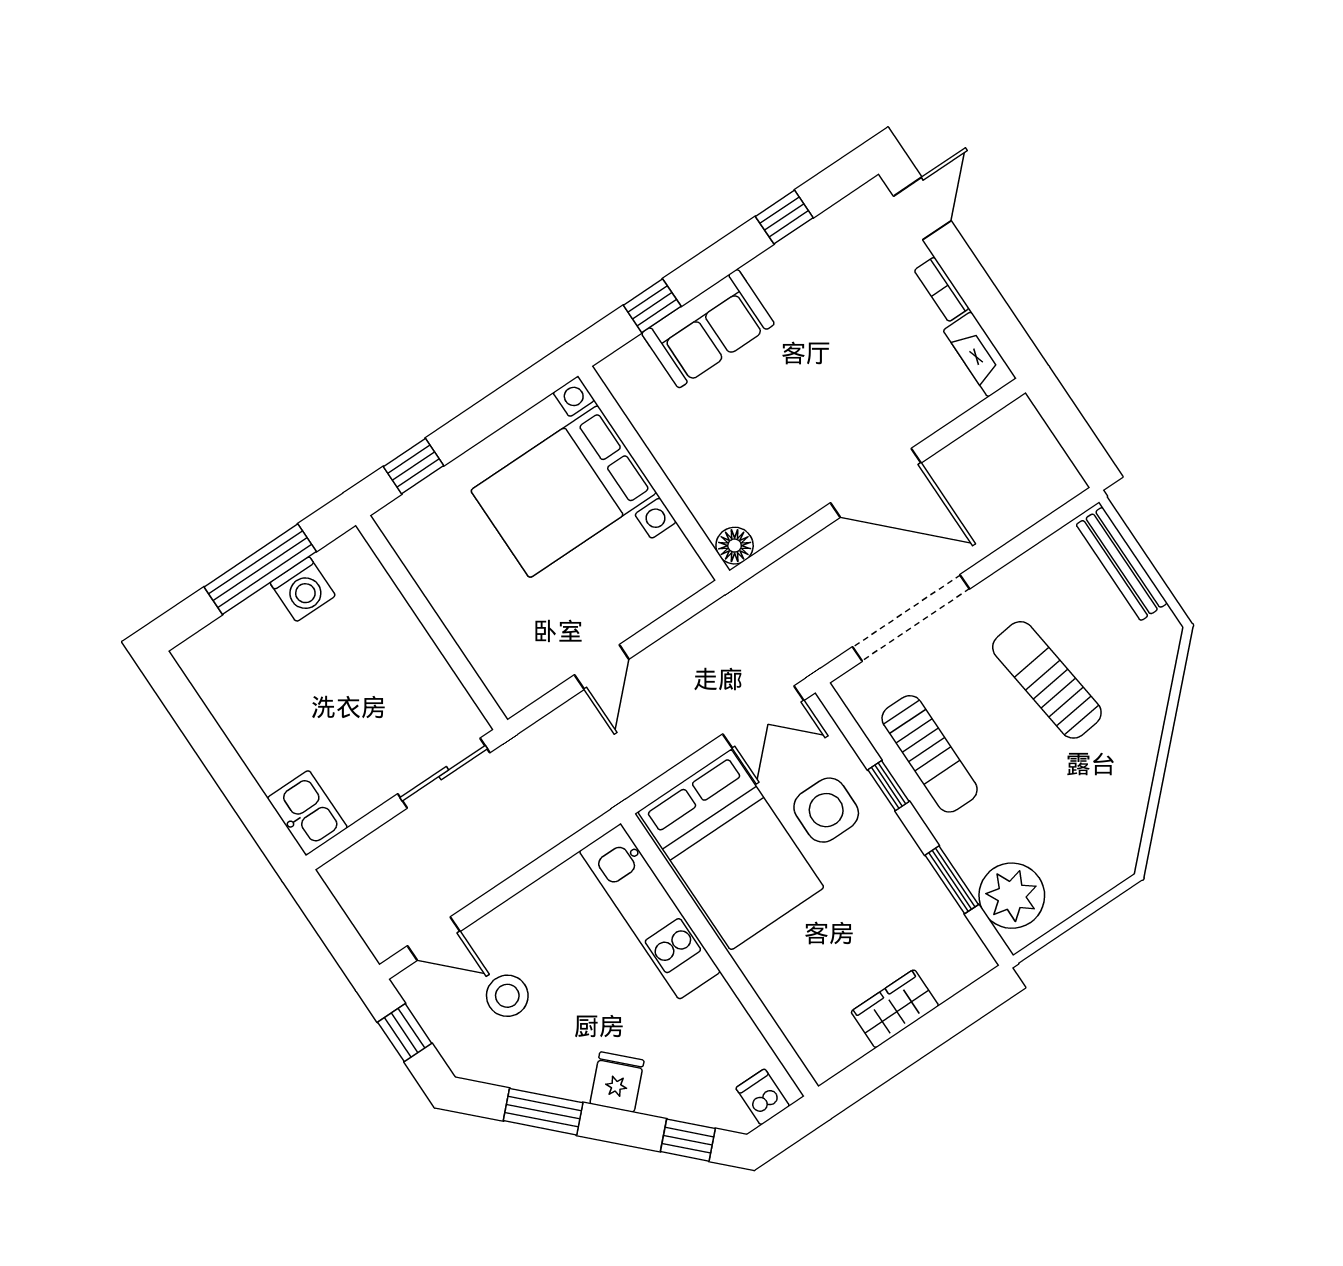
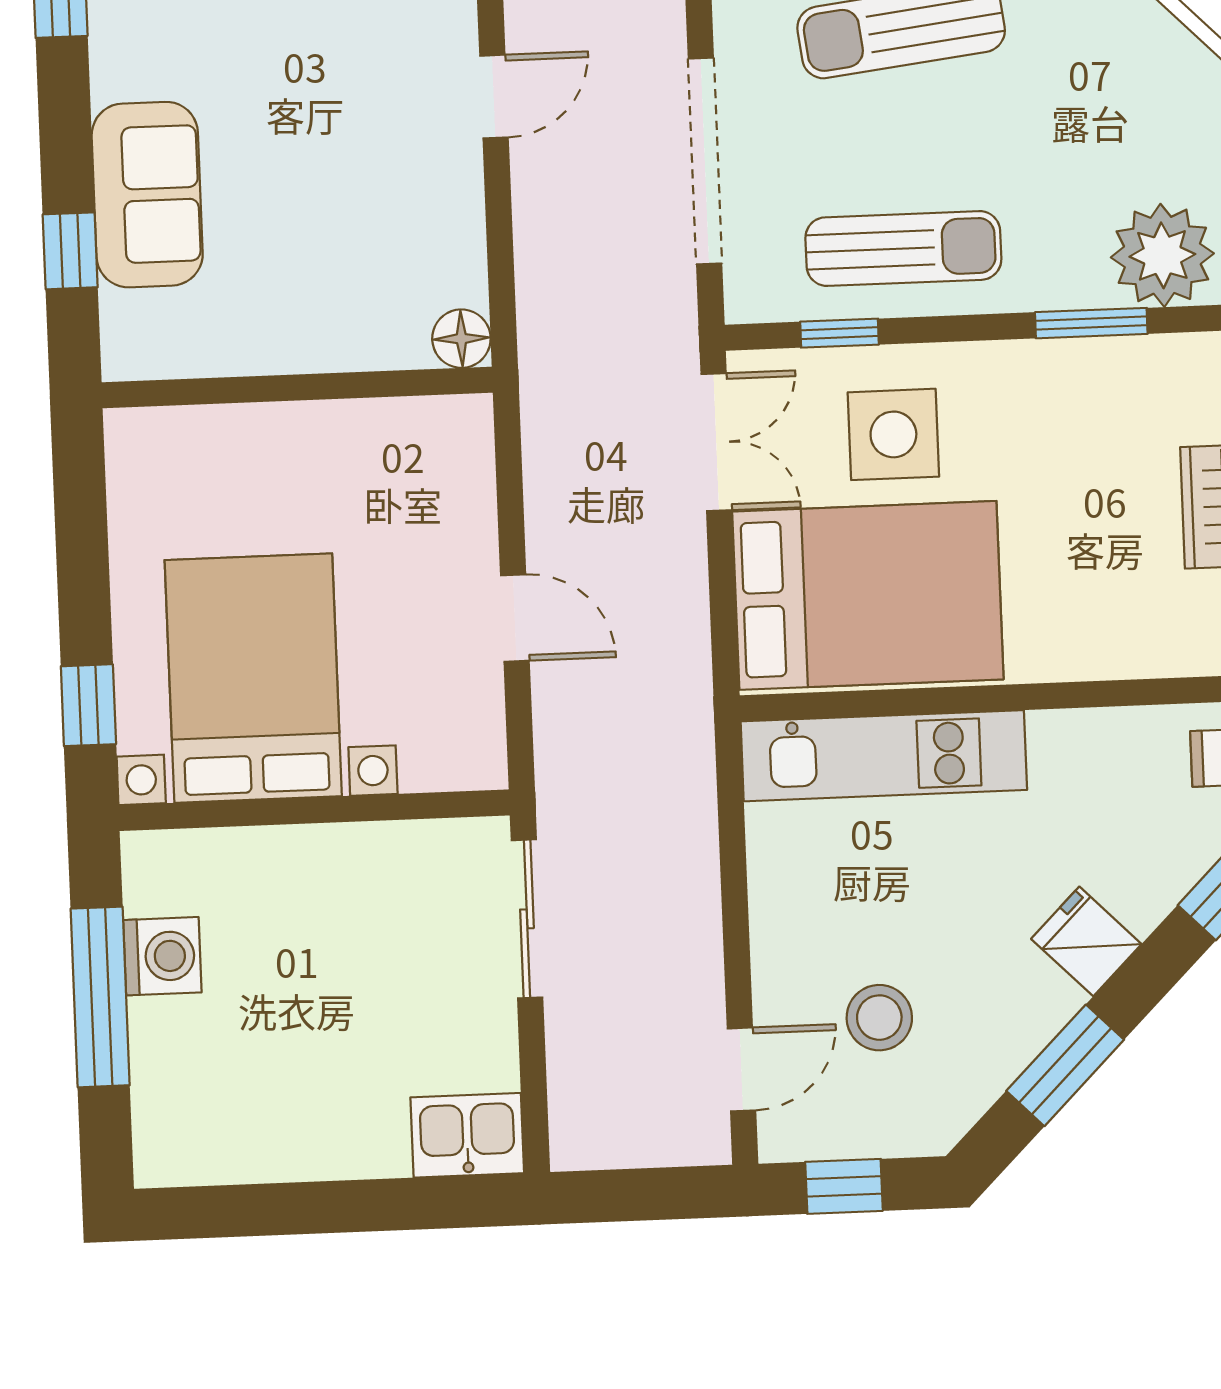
door: (876, 483) -> (494, 97), width x0.53
bed with nightstands: (564, 492) -> (253, 678), moved, turned 180
window: (888, 786) -> (840, 333), moved

